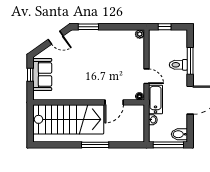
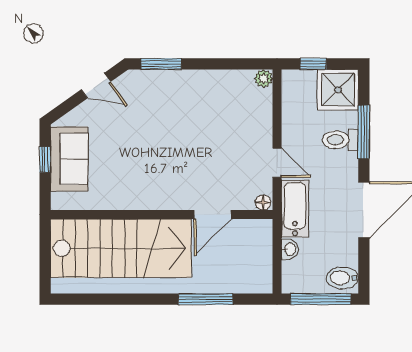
shower: (177, 40) -> (338, 90), added
window: (95, 145) -> (206, 299), moved

